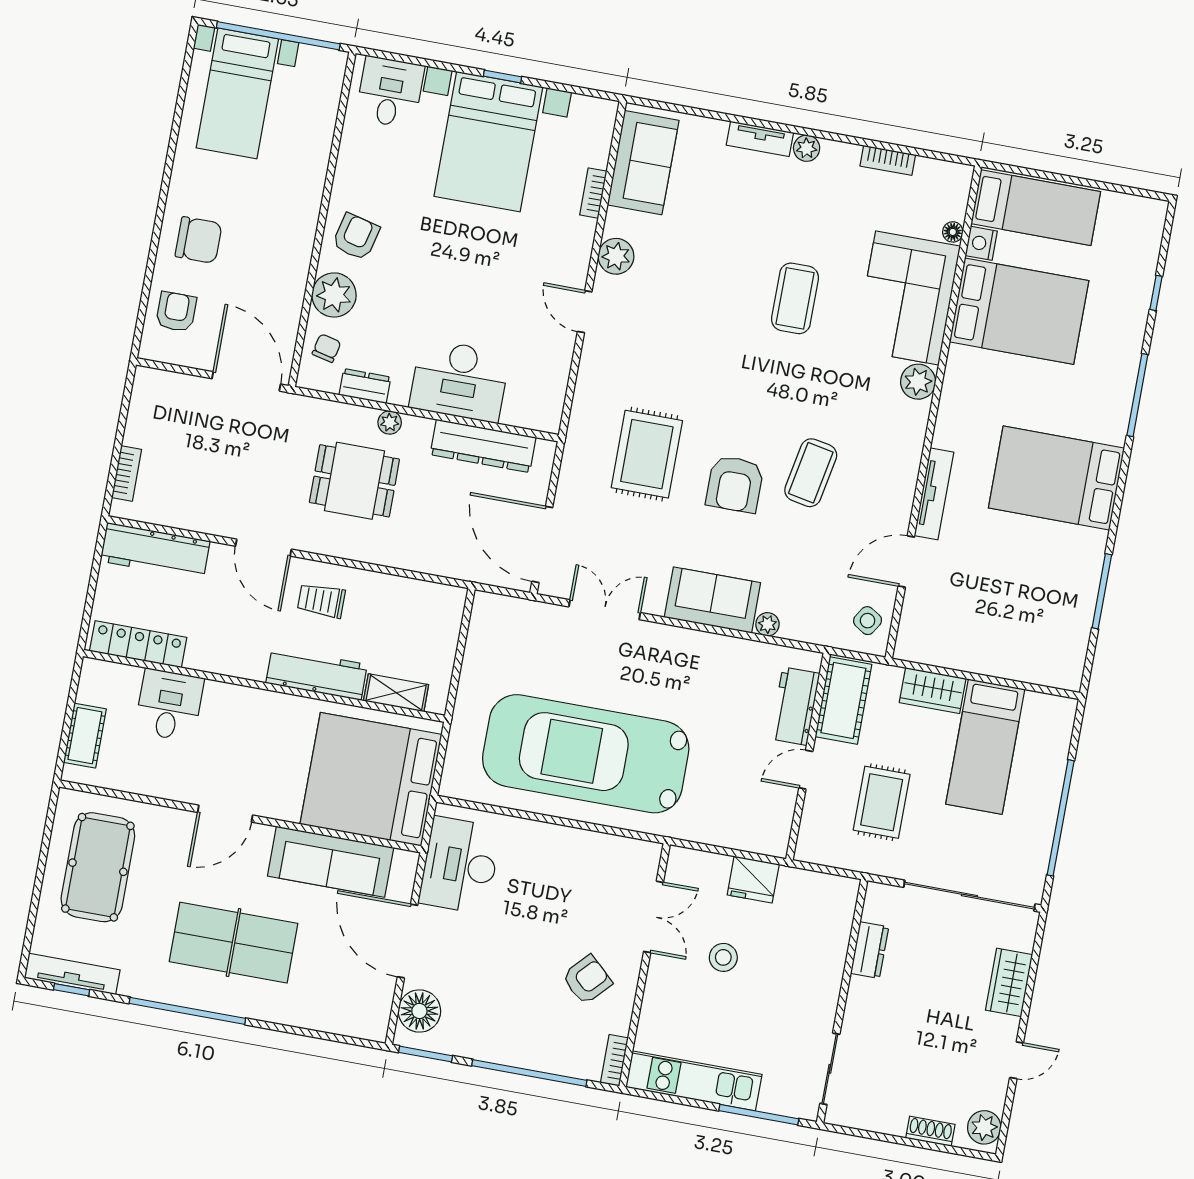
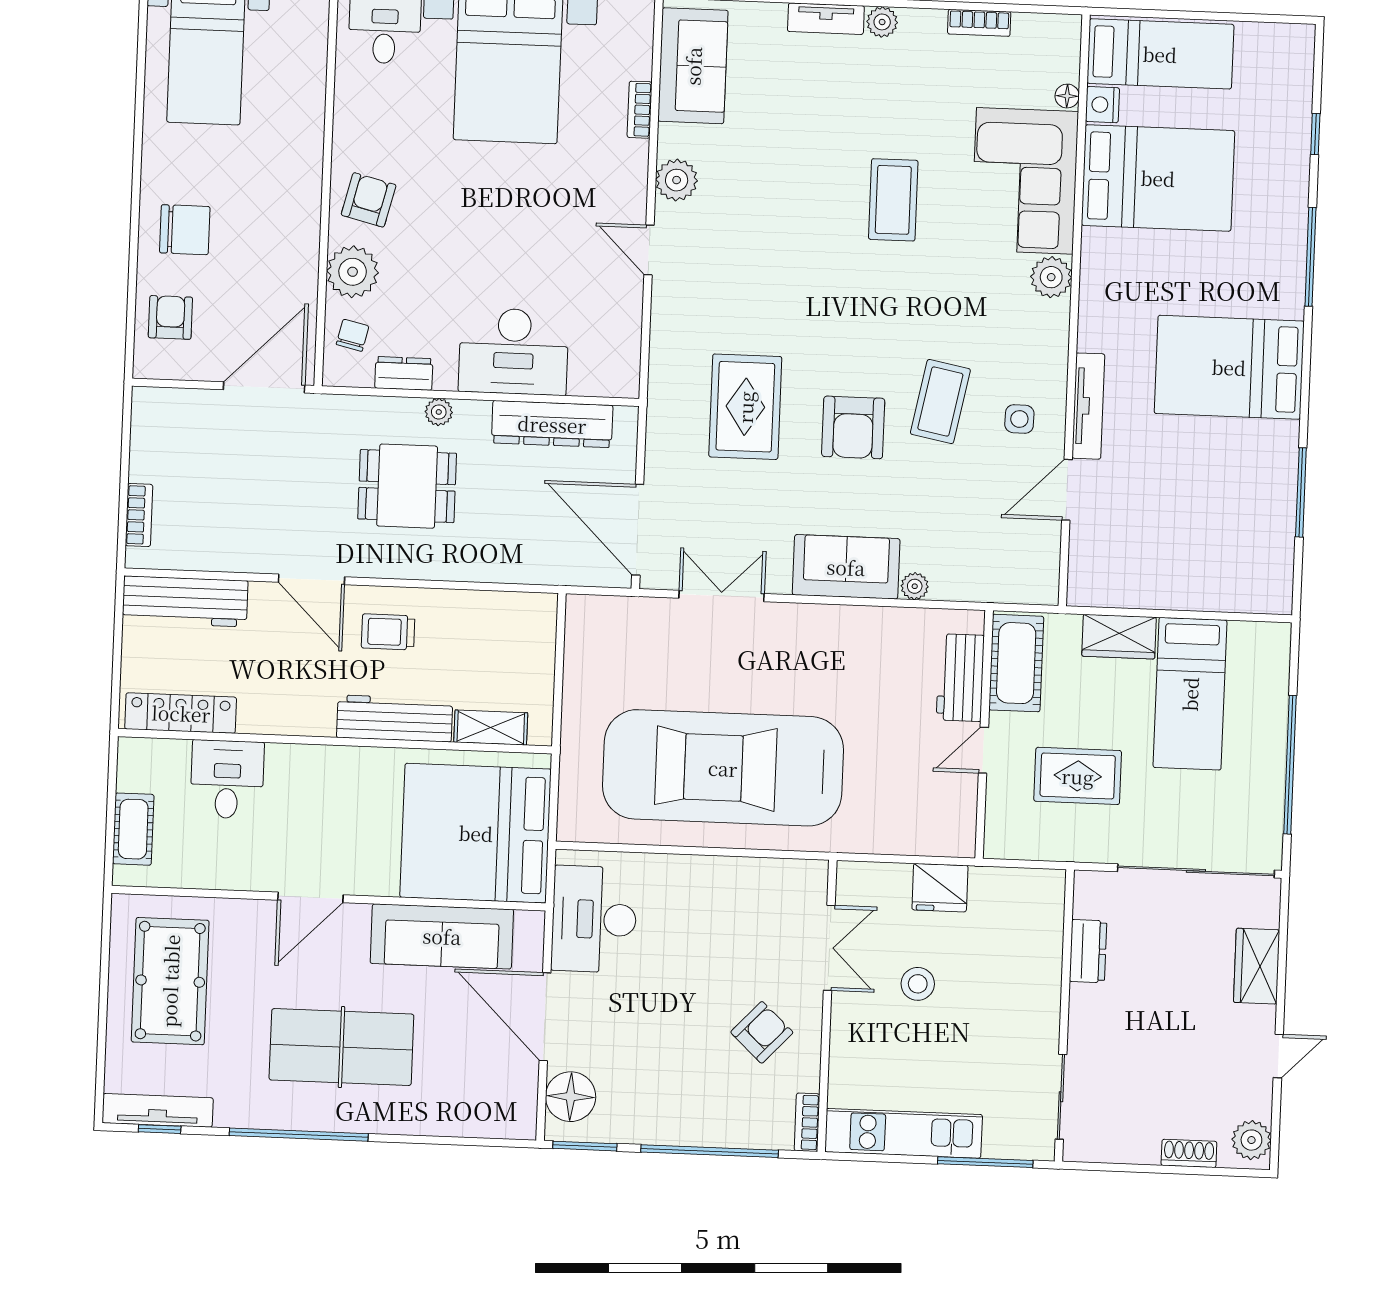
door: (246, 381) -> (264, 387), hinge flipped
side table: (868, 621) -> (1019, 419), moved, turned -31
rug: (882, 802) -> (1078, 776), turned 90

